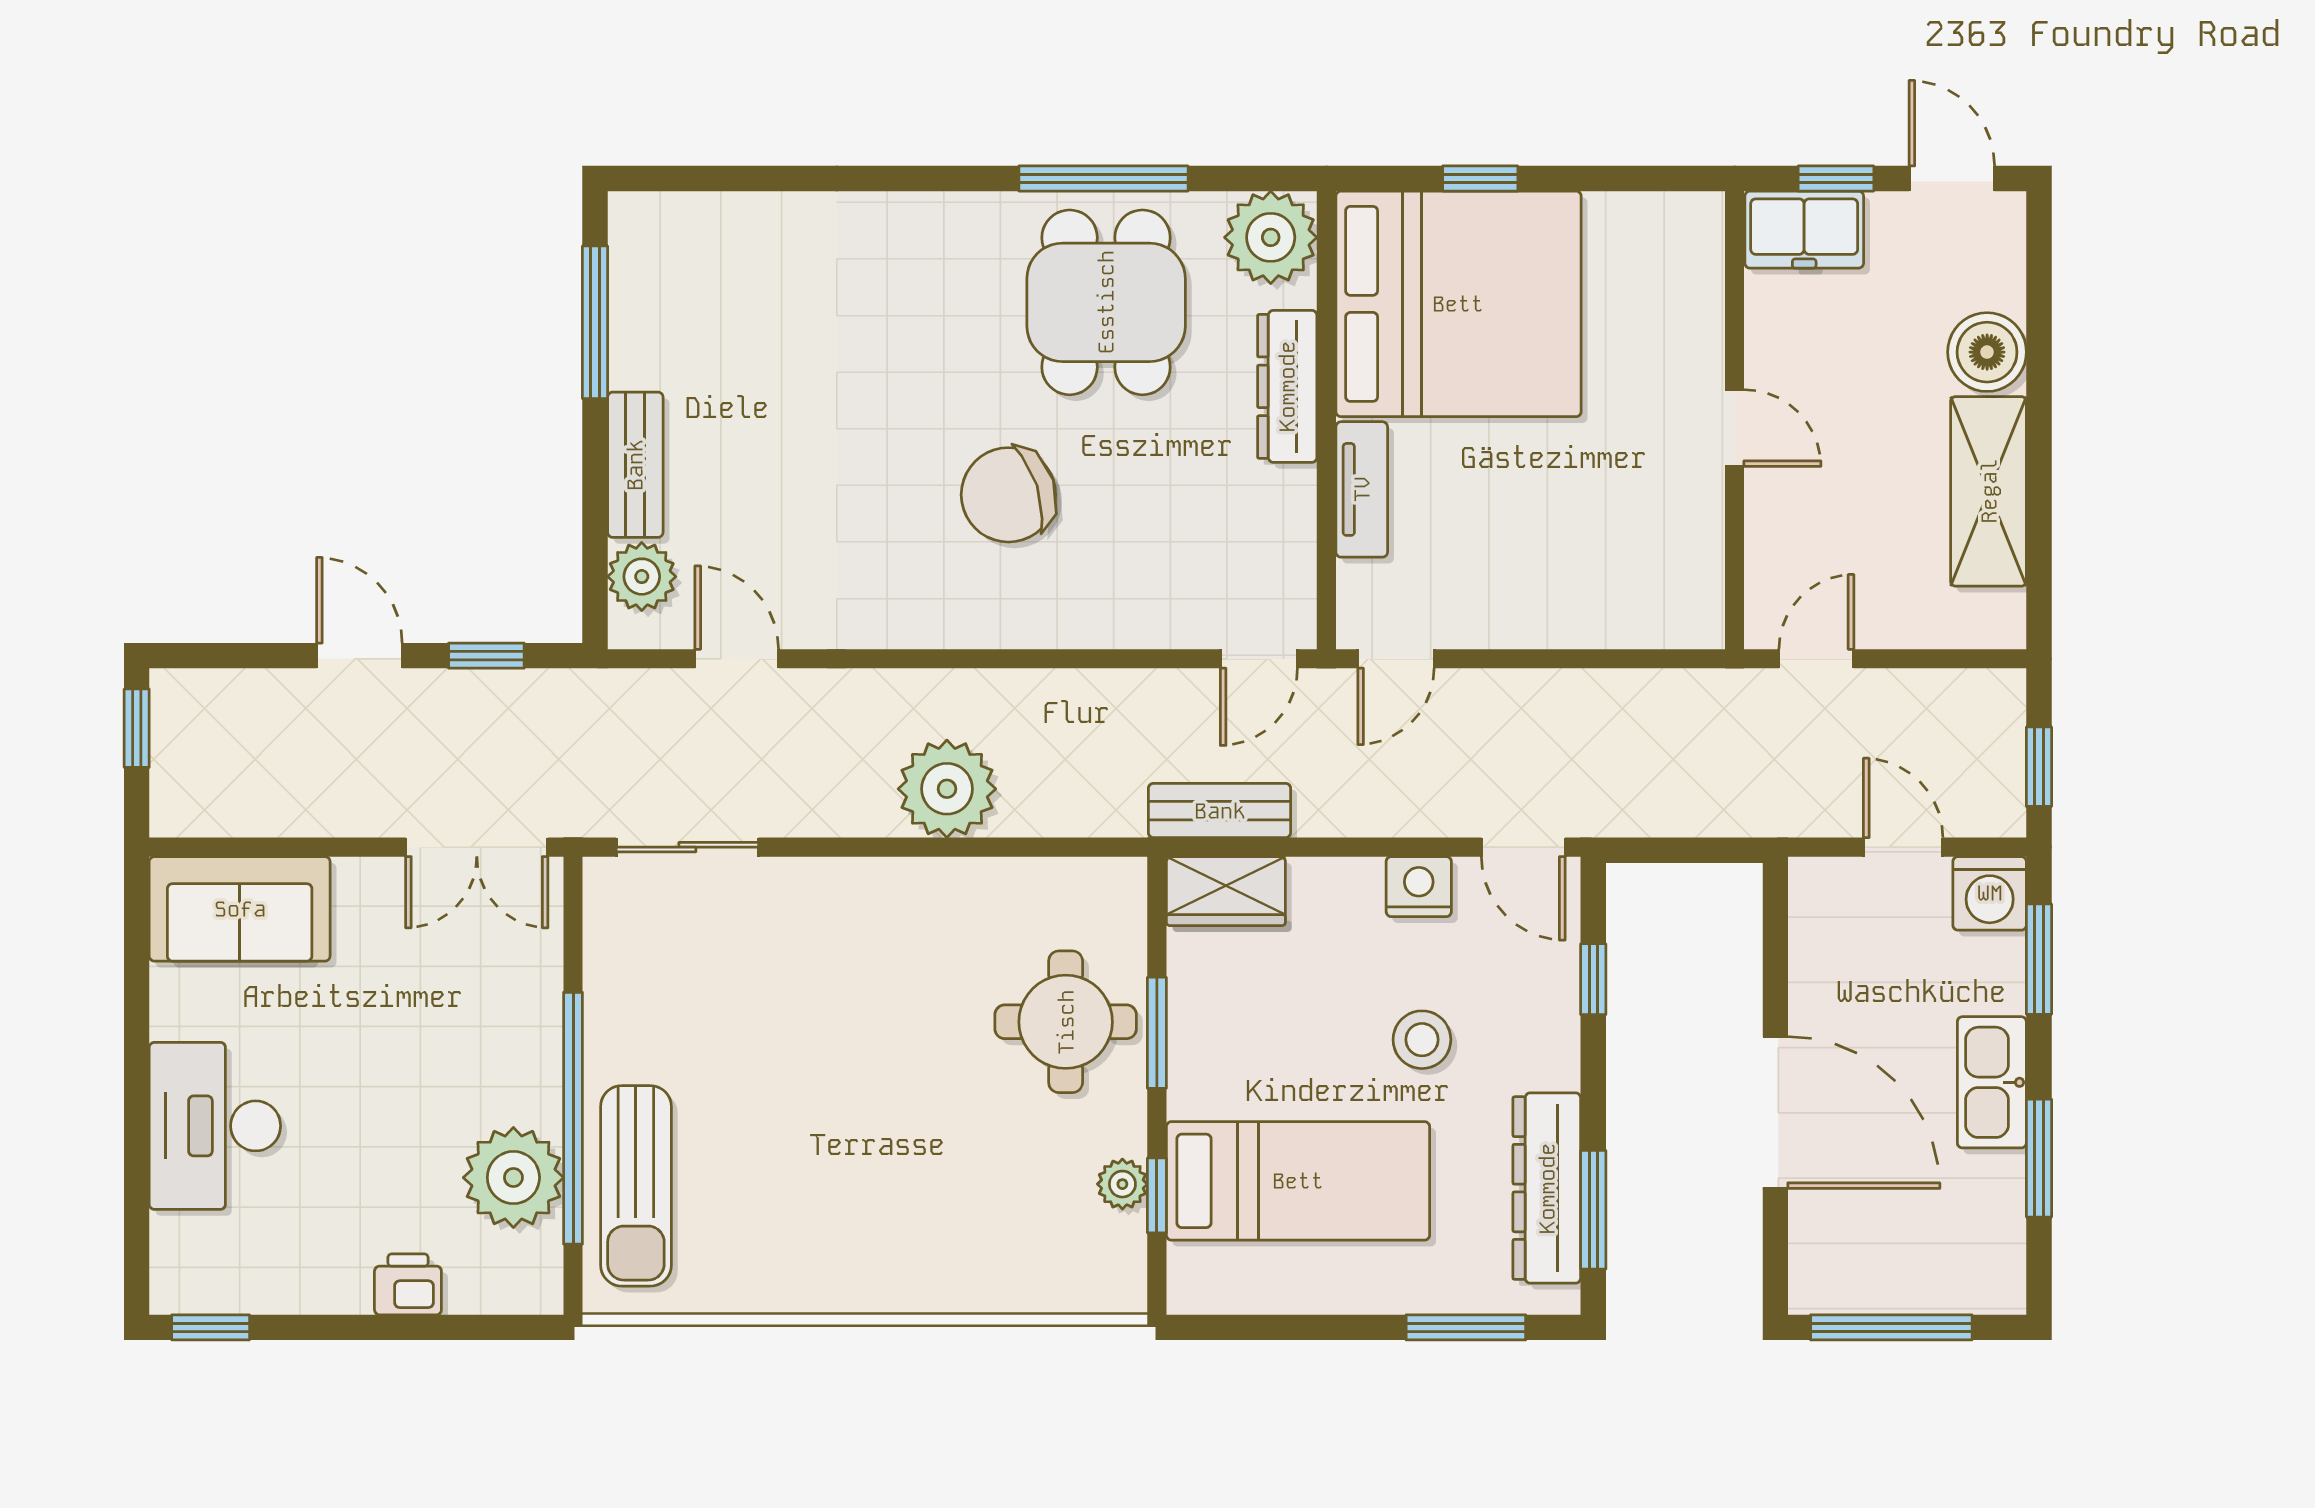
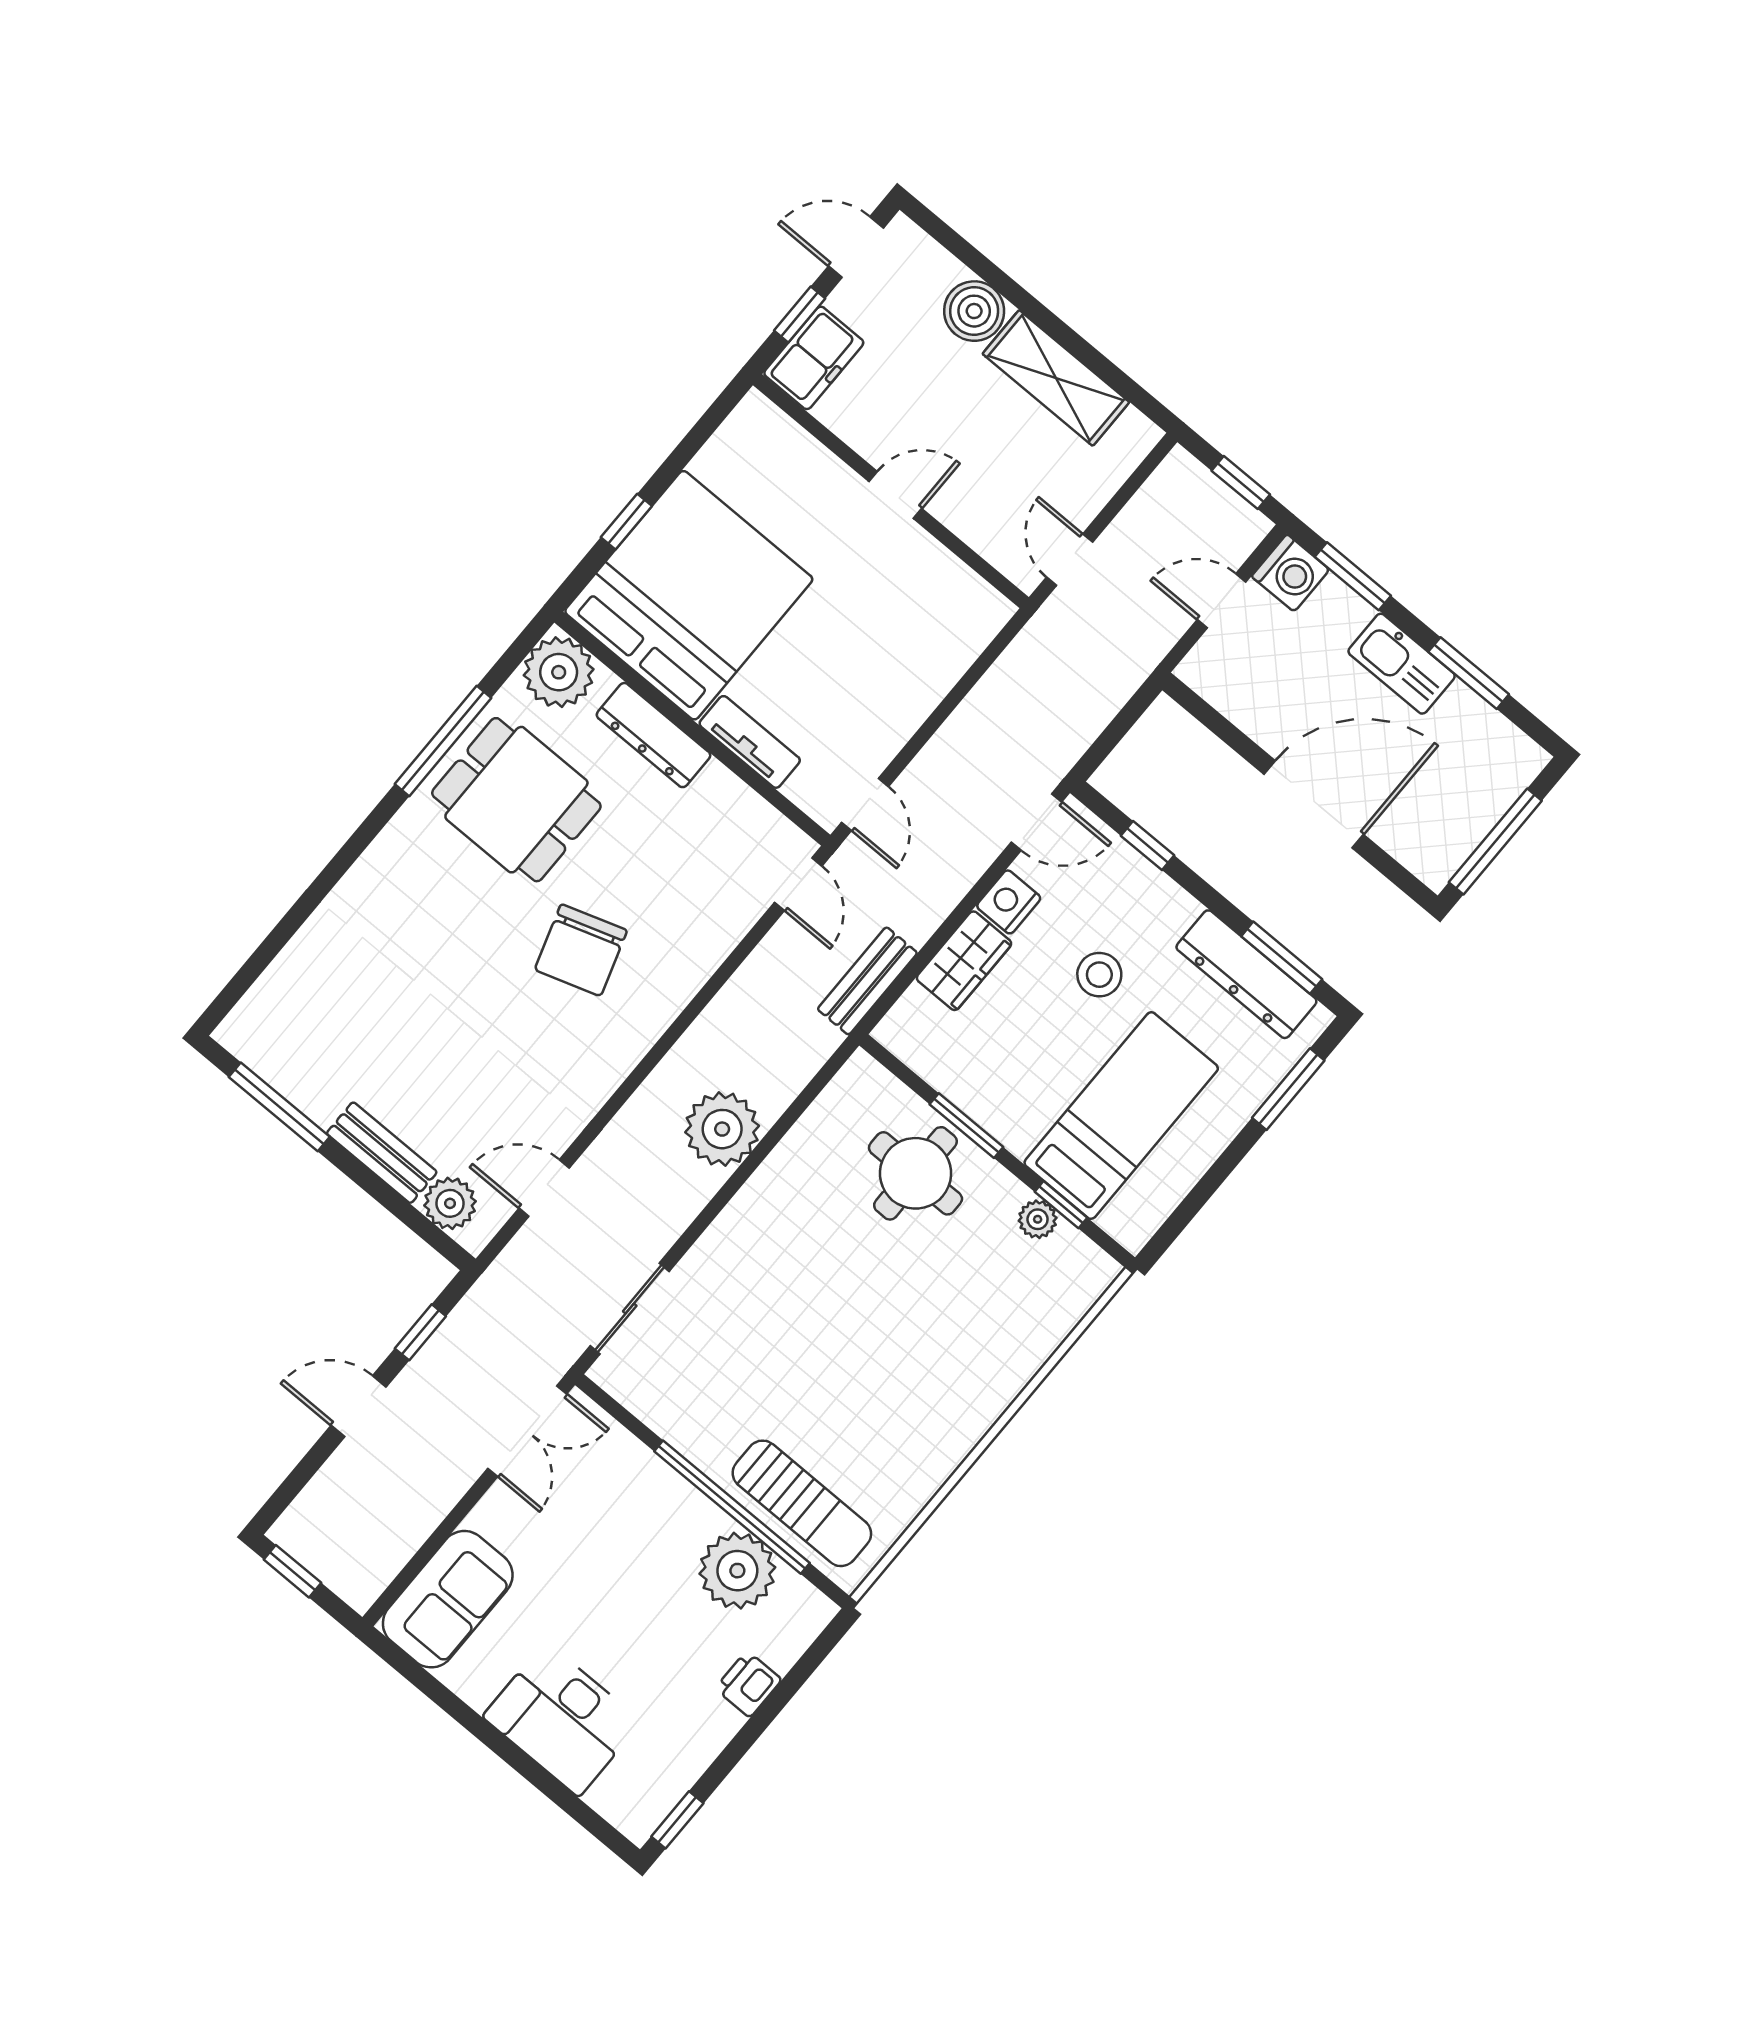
wardrobe: (1226, 891) -> (964, 961), moved

